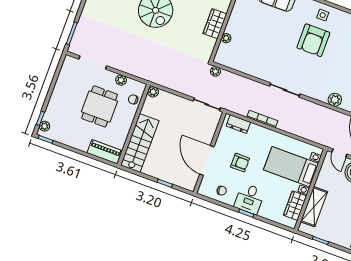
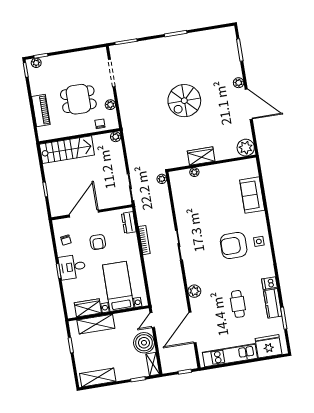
piano: (105, 152) -> (41, 111), moved

